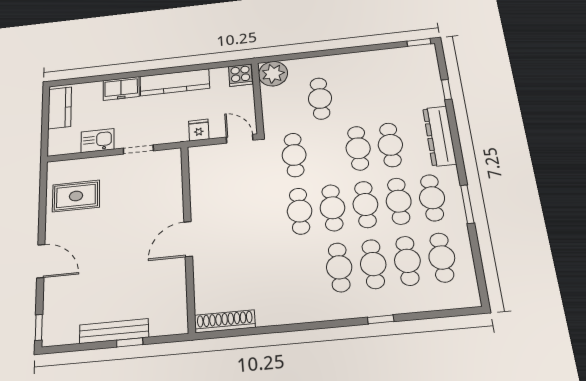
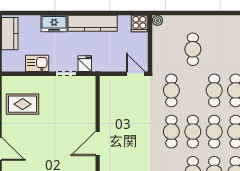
plant: (273, 74) -> (157, 20), width x0.53, depth x0.53
fridge: (199, 130) -> (85, 64), moved

